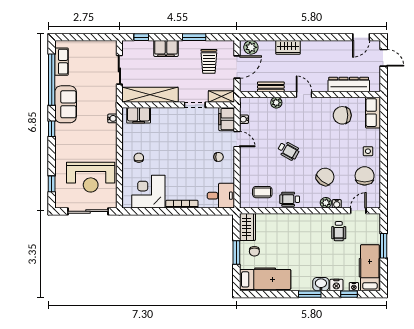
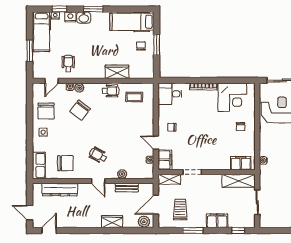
shelving: (150, 95) -> (239, 181), width x0.68
wheelchair: (288, 151) -> (98, 155), moved
wardrobe: (247, 227) -> (117, 72), moved, turned 90

